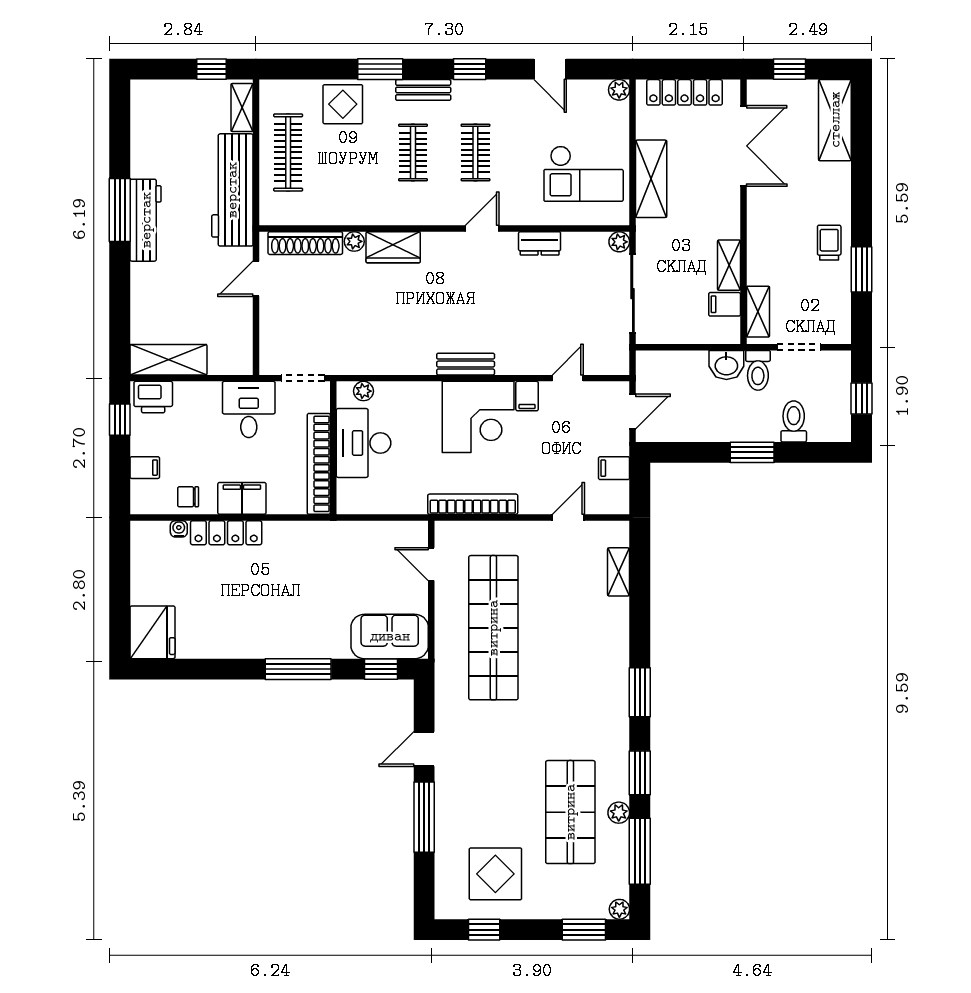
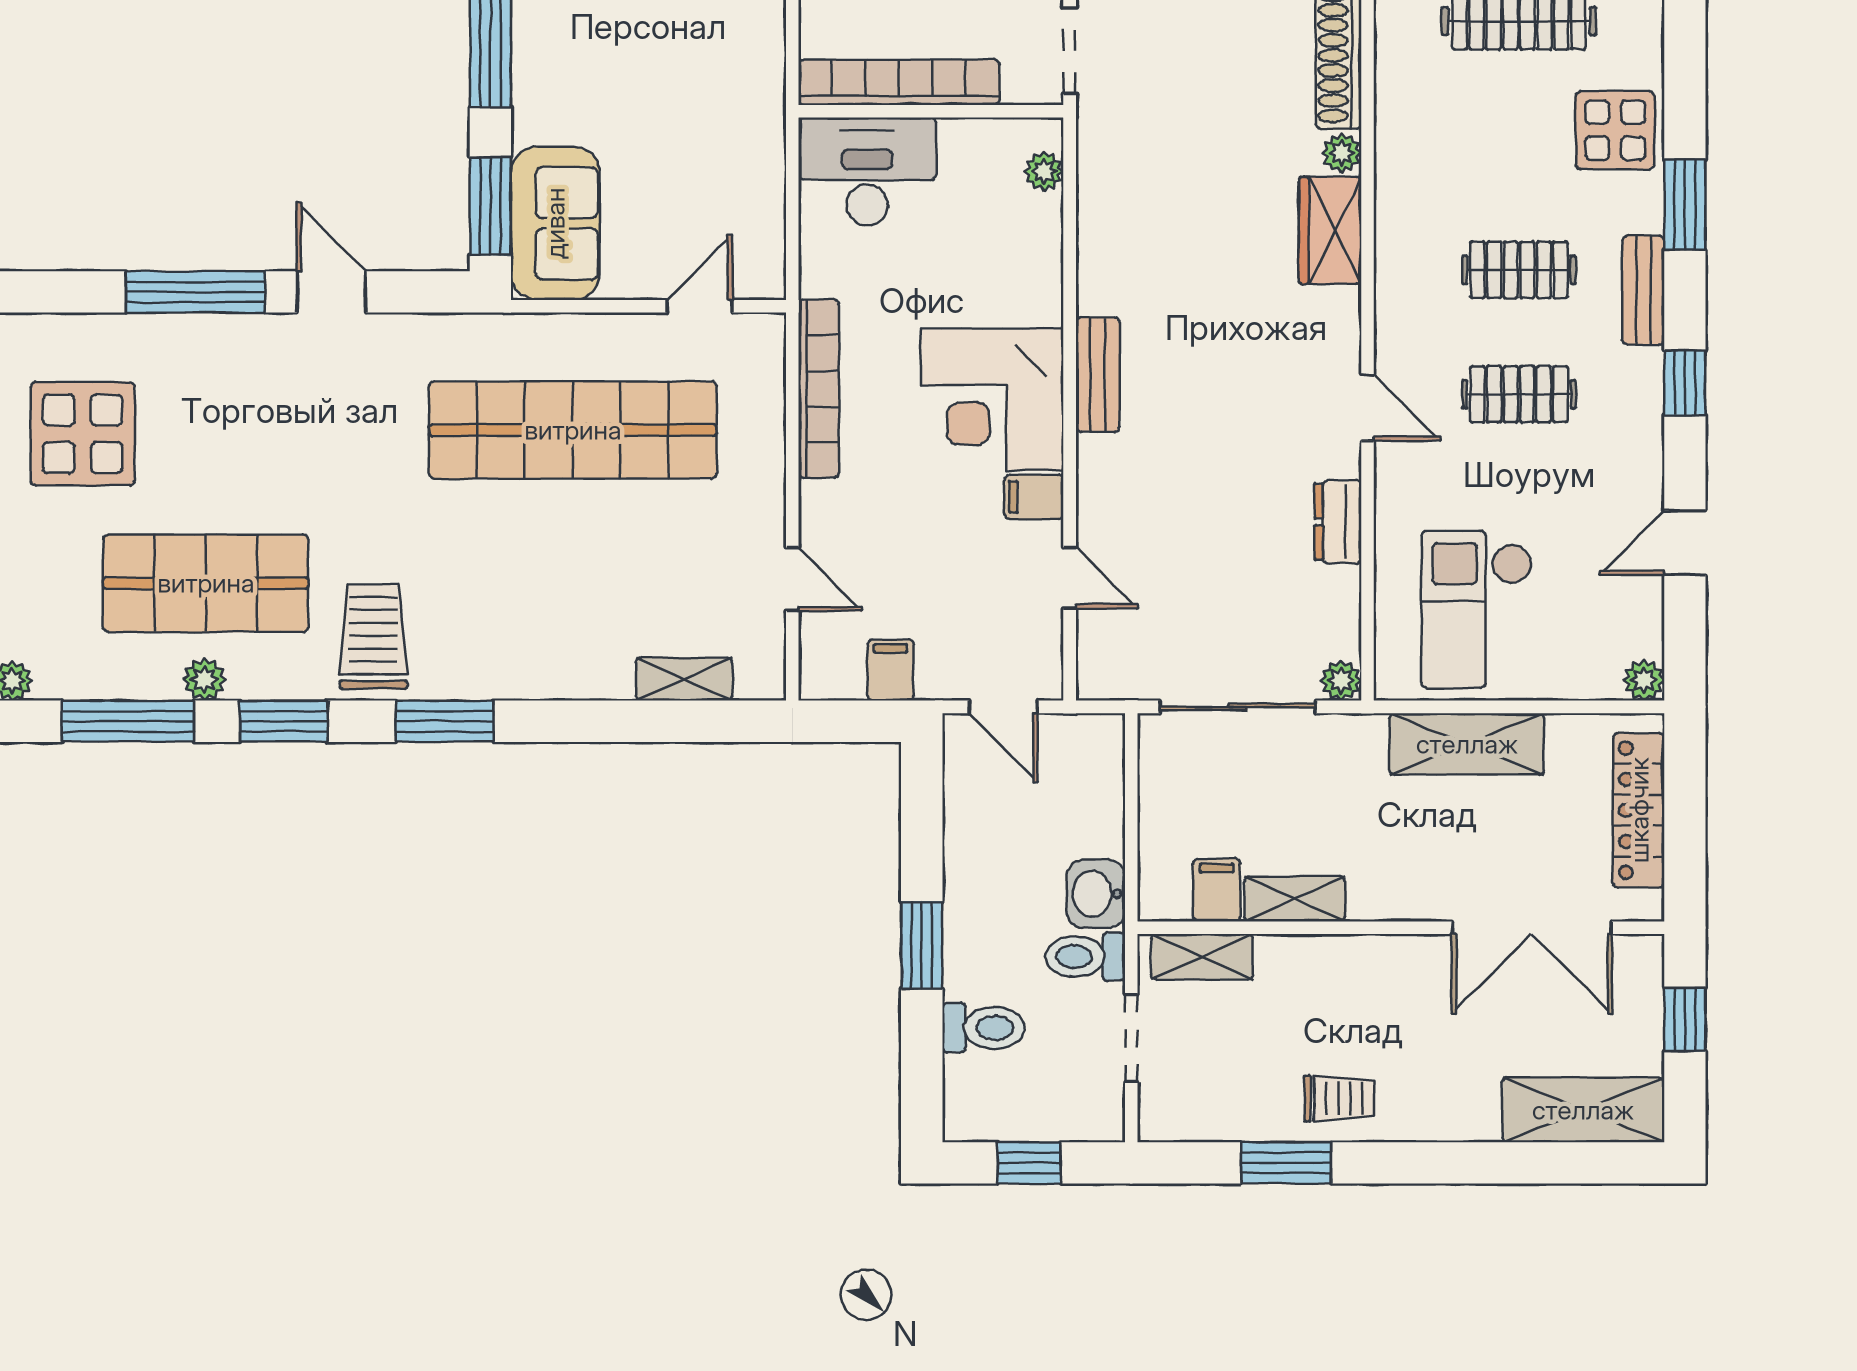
desk: (364, 443) -> (867, 171), moved
window: (381, 669) -> (490, 206), width x1.50
trolley: (597, 728) -> (373, 637), added

